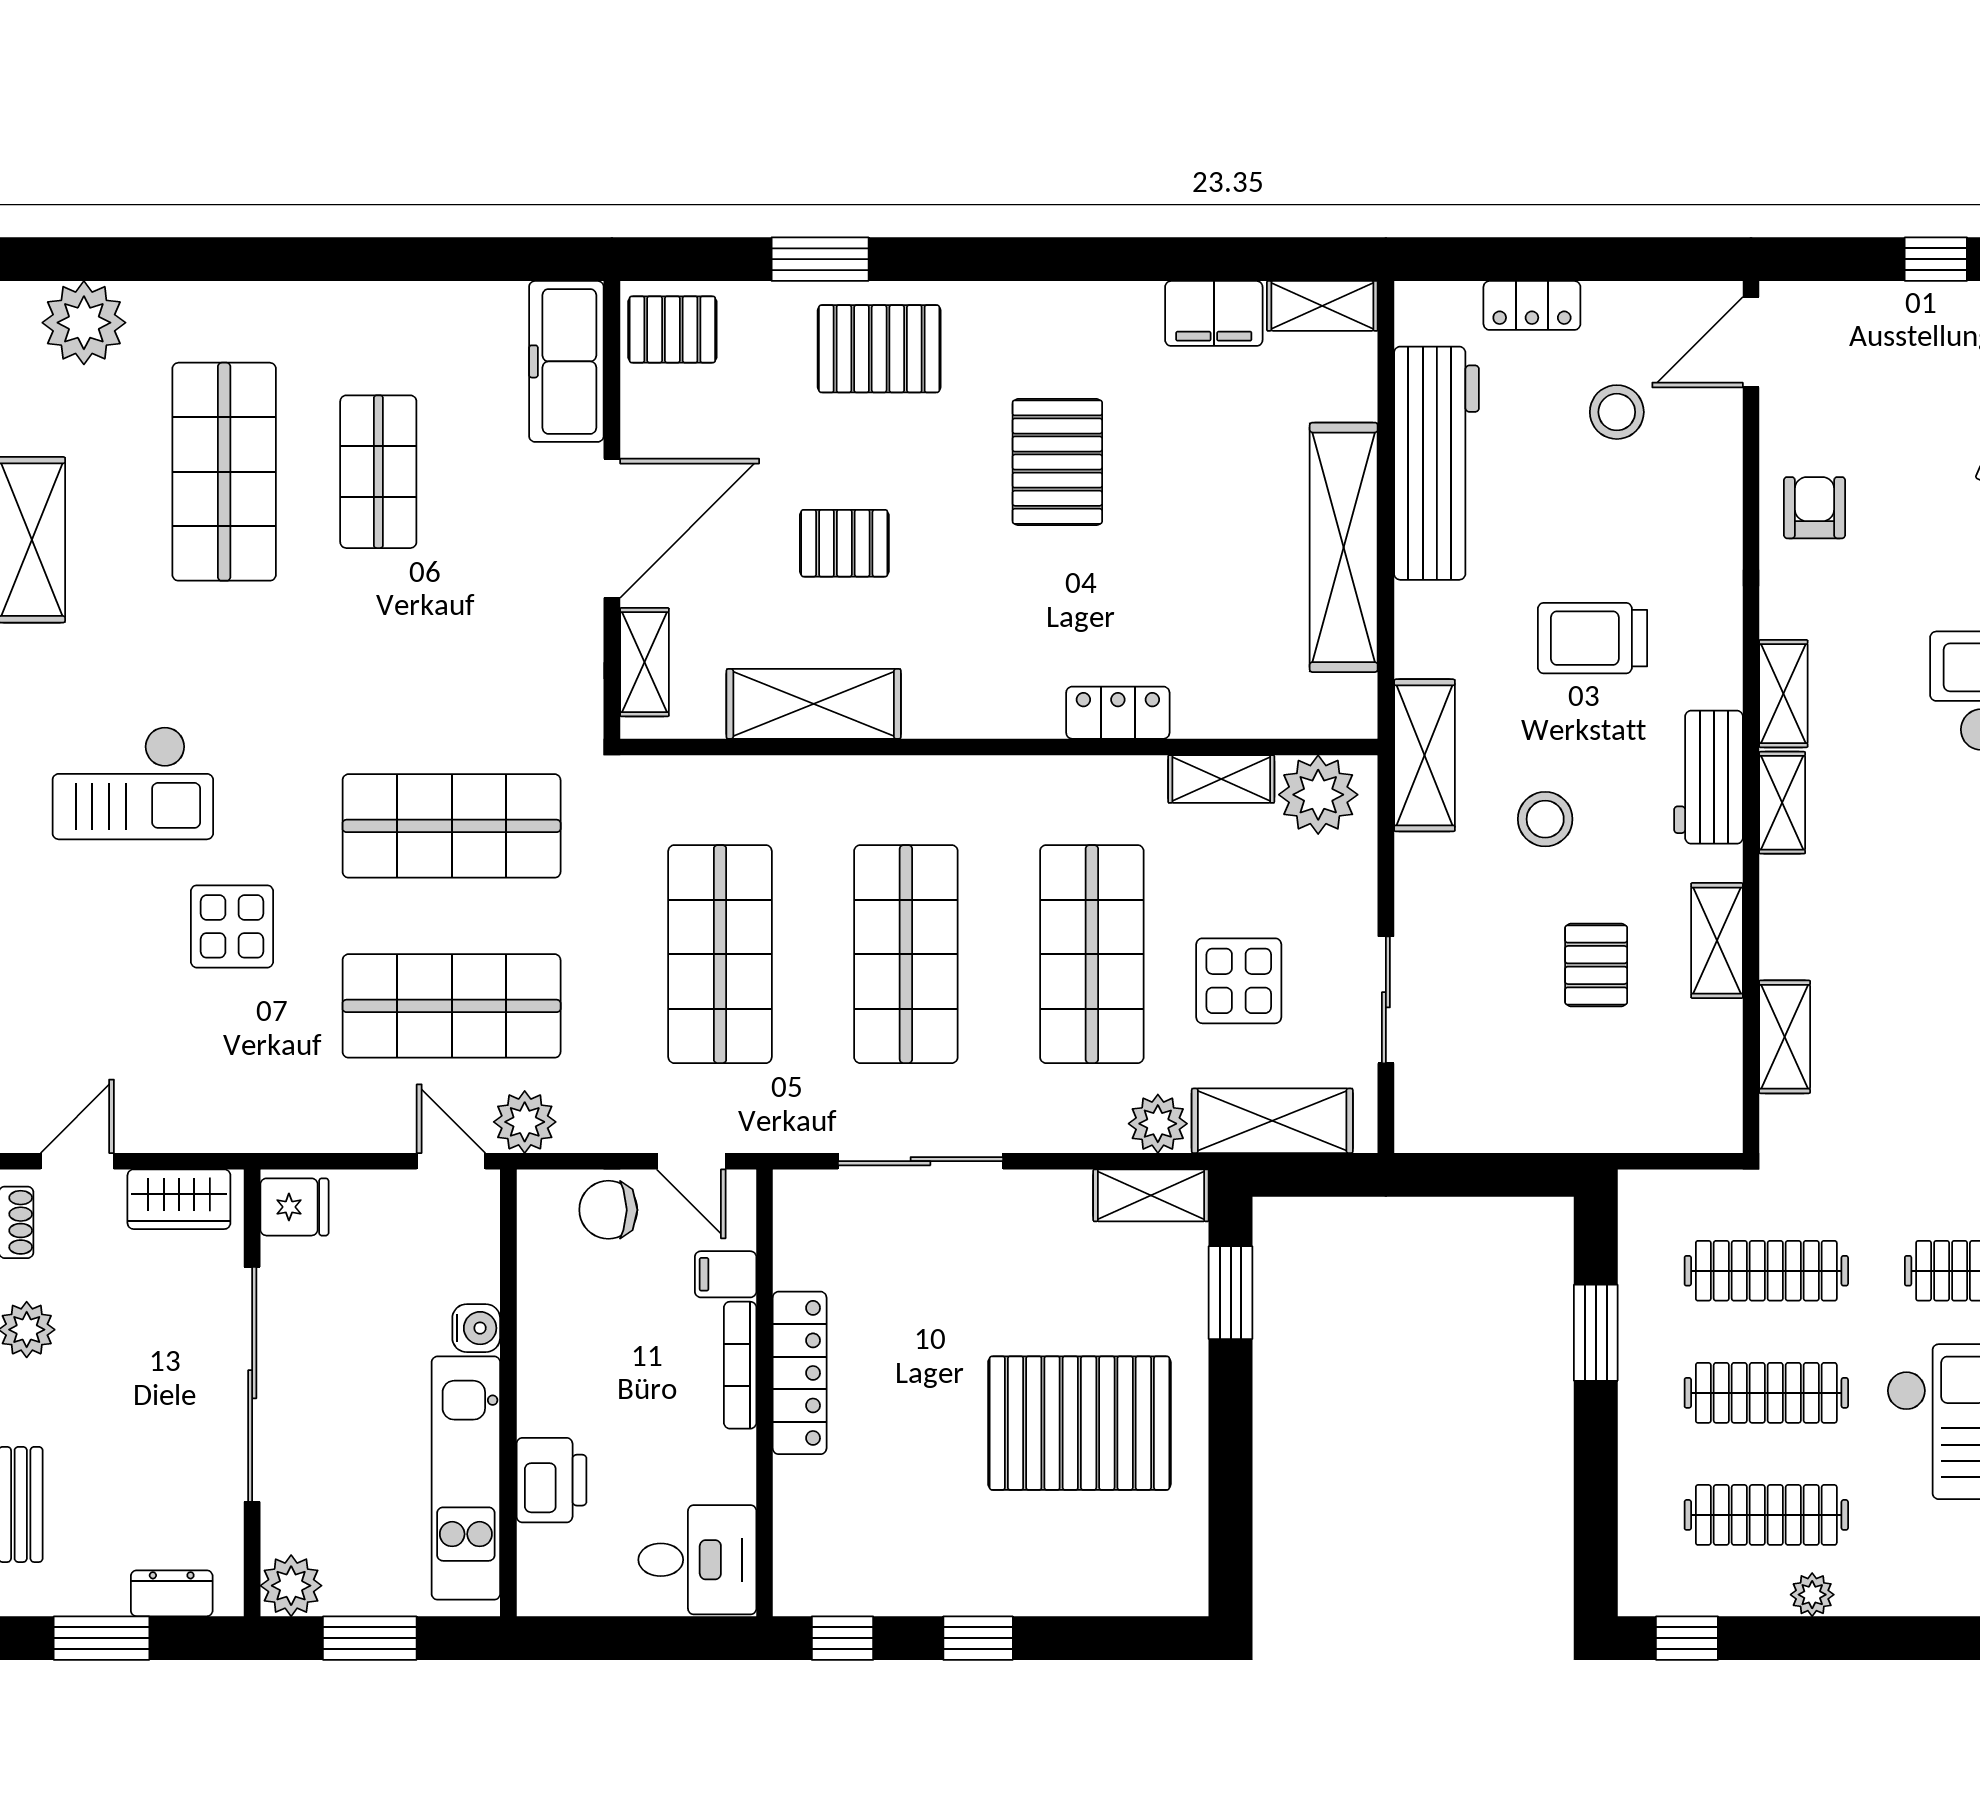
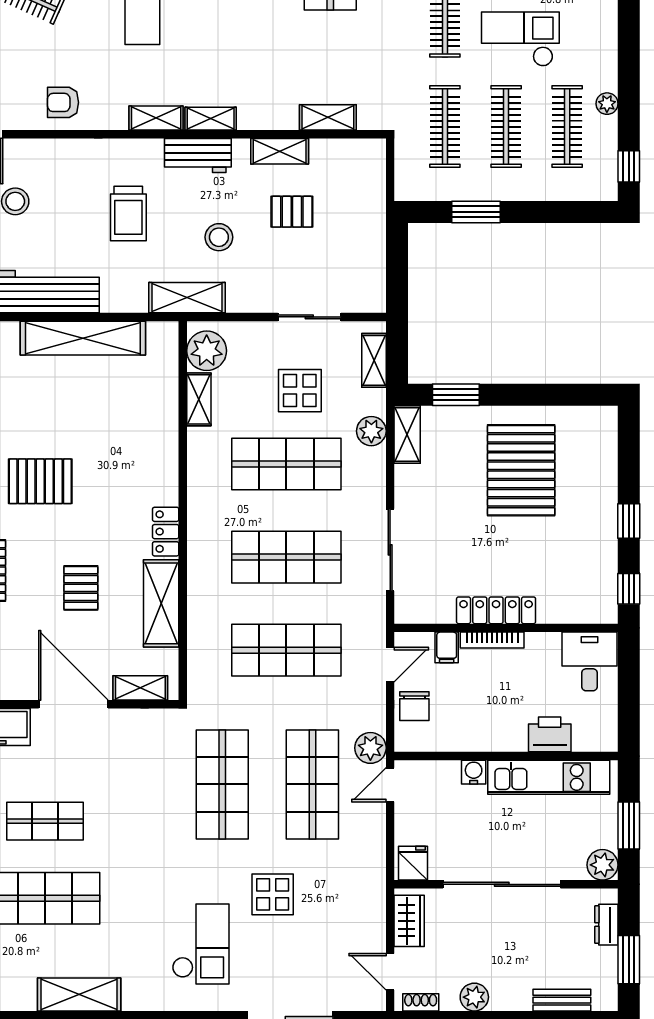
locker: (1118, 713) -> (166, 532), moved
shelving: (1272, 1121) -> (374, 360), width x0.67, depth x0.75

